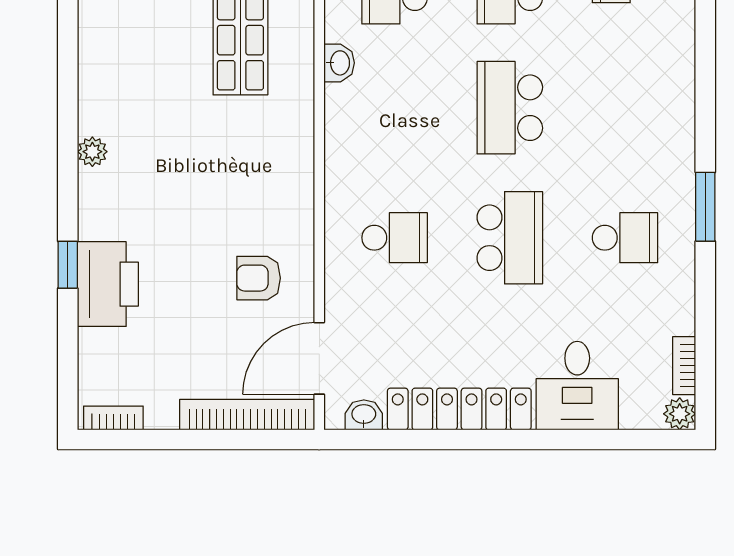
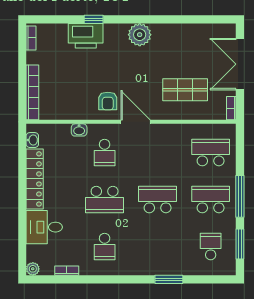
washbasin: (339, 63) -> (79, 130), moved
plant: (92, 152) -> (140, 35), width x1.88, depth x1.88
window: (705, 207) -> (169, 279), moved
armchair: (259, 278) -> (108, 101), moved, turned 180
door: (319, 358) -> (135, 122), moved
bookcase: (684, 366) -> (67, 271), moved

